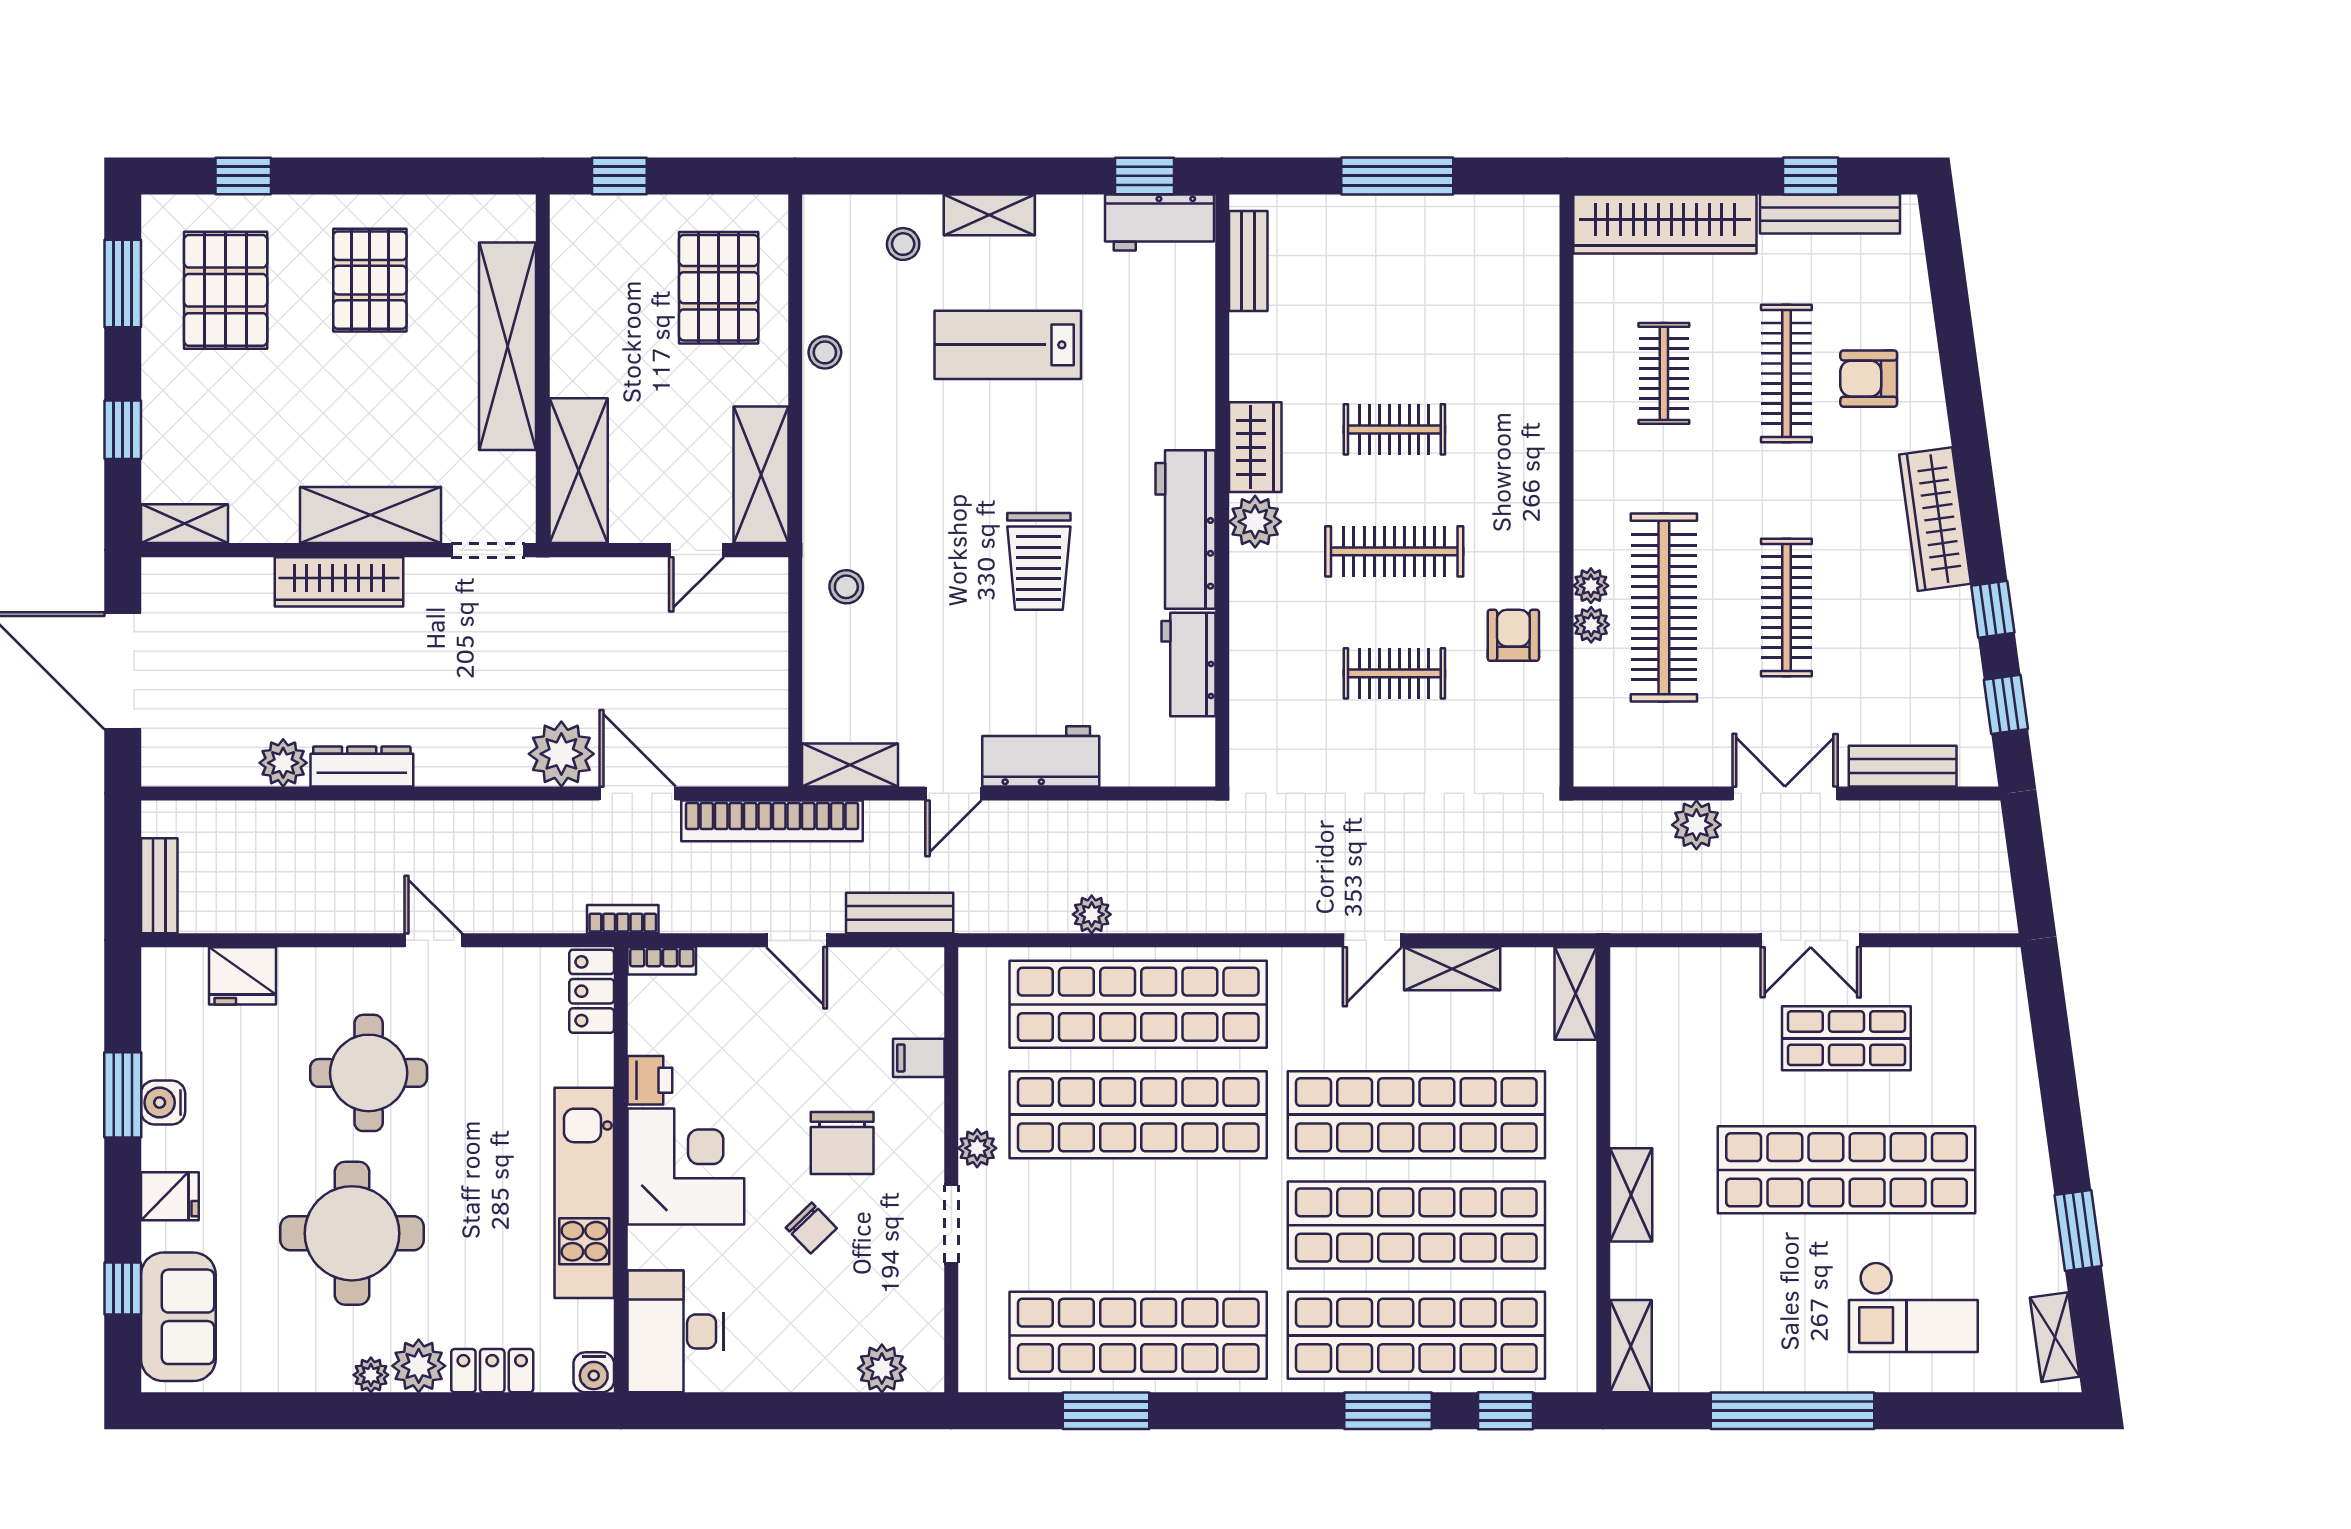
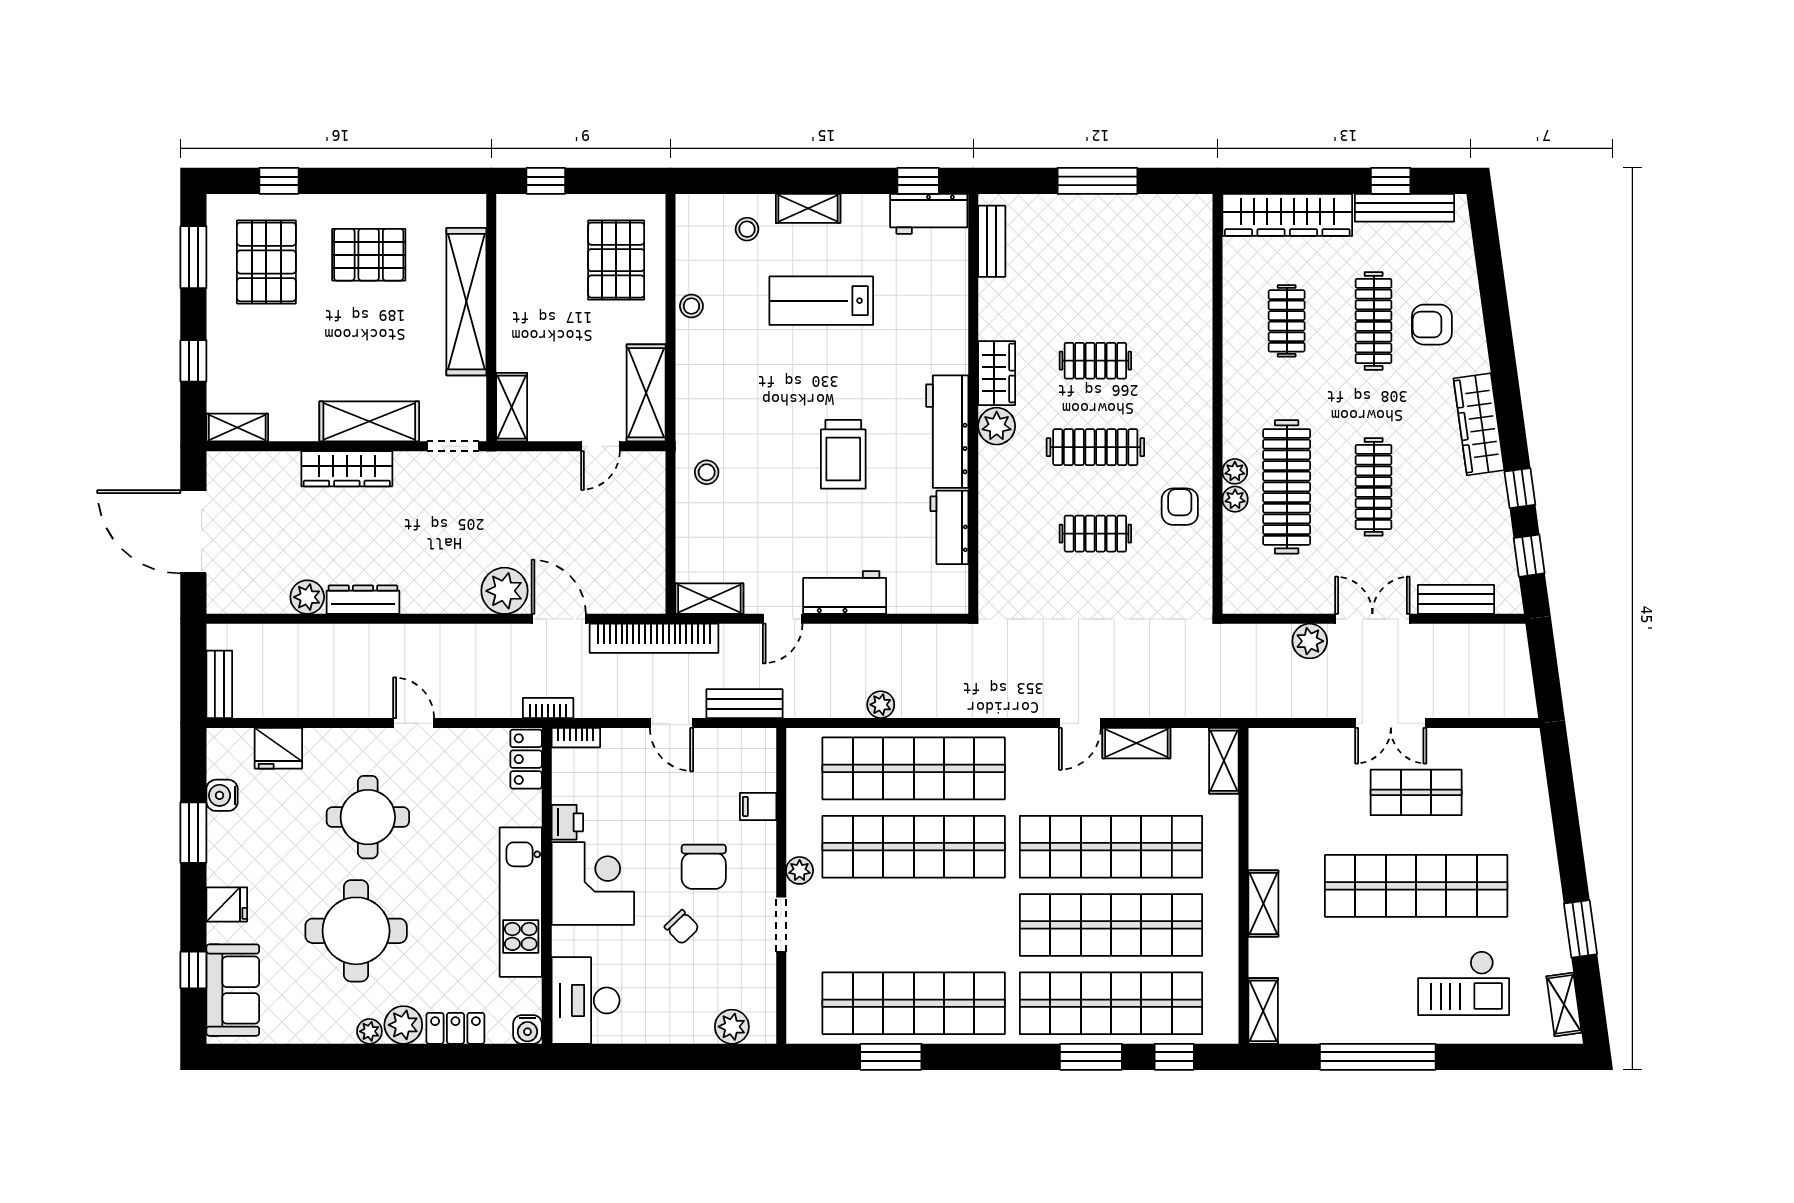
pallet: (370, 280) -> (369, 255), turned 90
shelving: (579, 471) -> (512, 407), width x0.67, depth x0.75
water cooler: (163, 1103) -> (222, 795), moved

